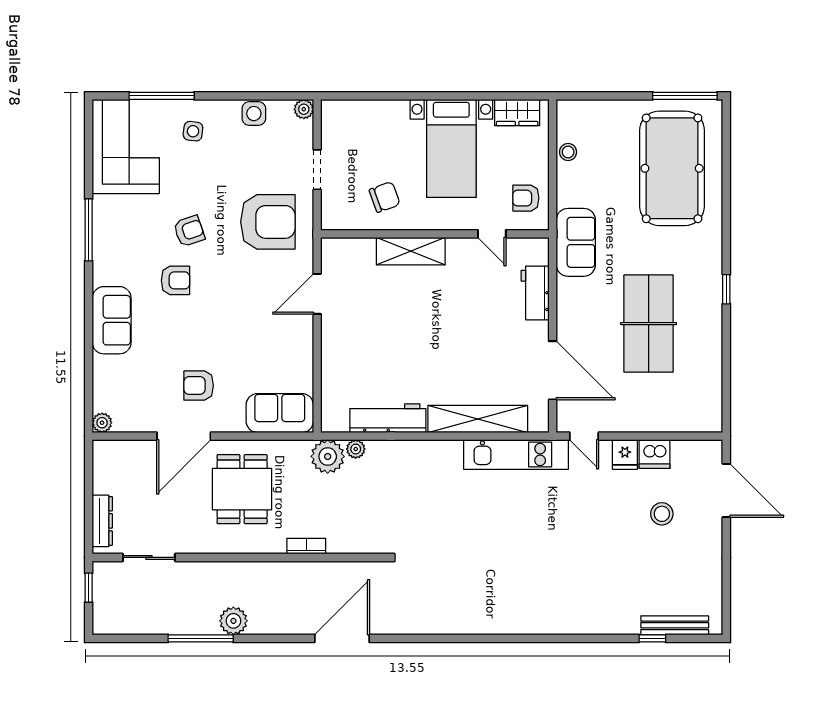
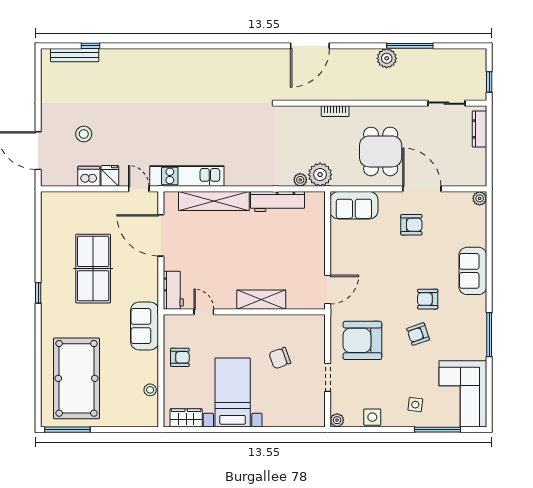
wall: (435, 234) -> (244, 312), moved
door: (492, 234) -> (204, 312), moved
shelving: (411, 251) -> (261, 300), moved
door: (184, 436) -> (422, 189), hinge flipped

